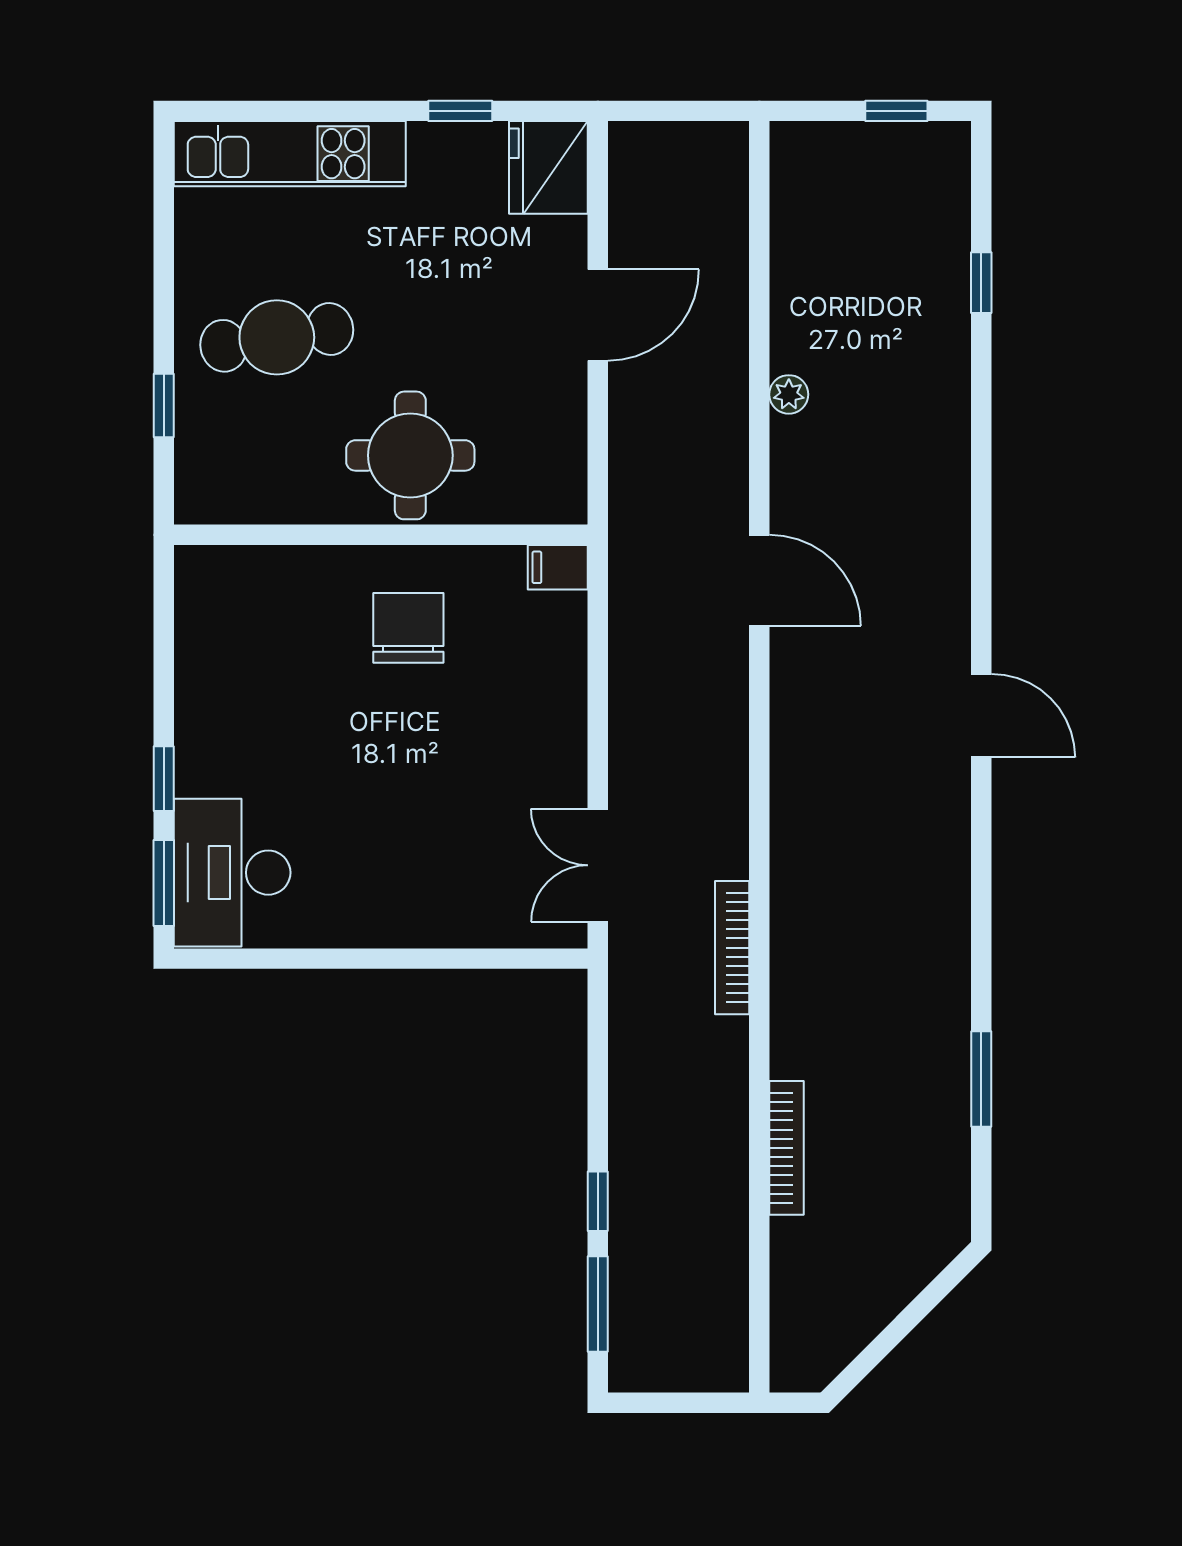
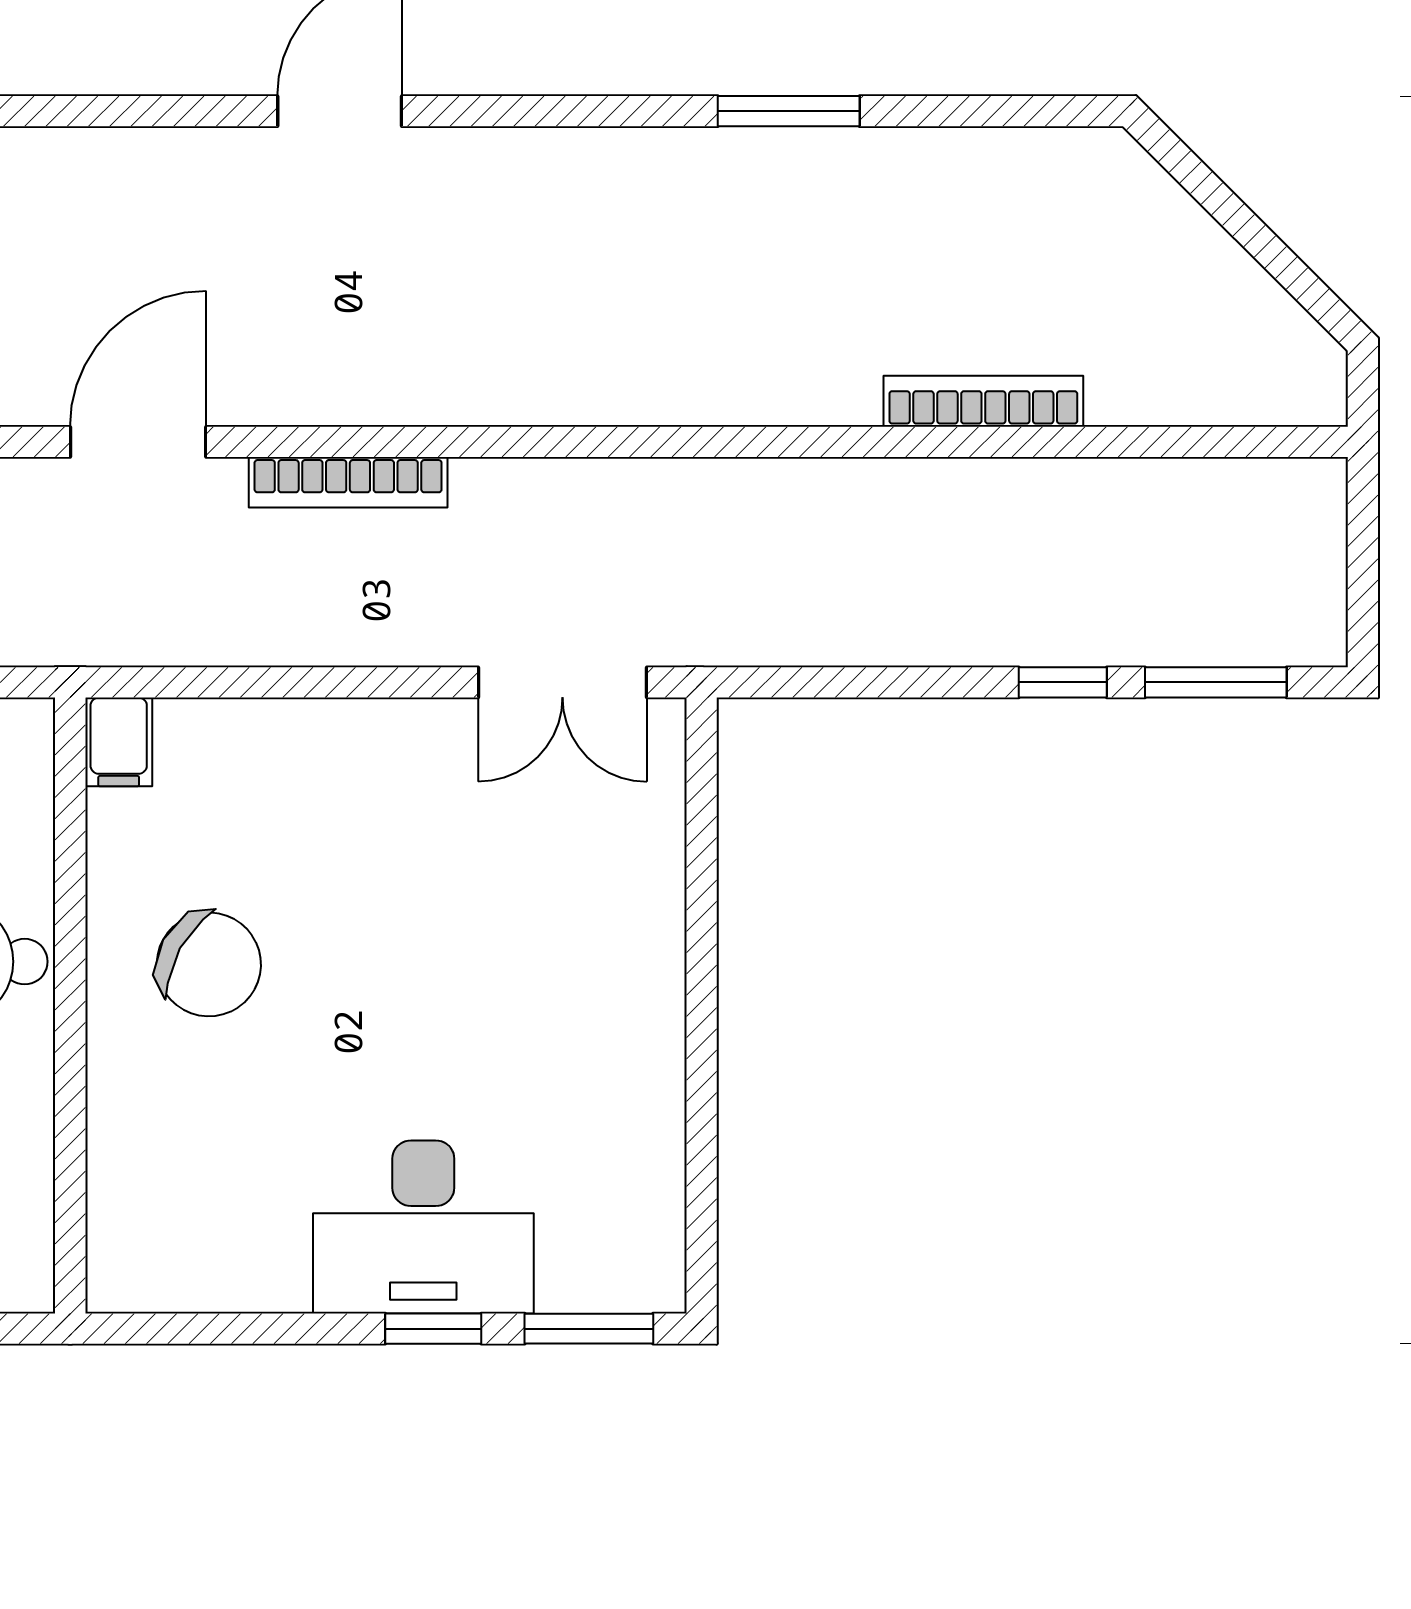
chair: (408, 628) -> (209, 964), turned -151
desk: (232, 873) -> (423, 1227), moved
bookcase: (732, 948) -> (348, 482), moved
window: (981, 1079) -> (789, 111), moved

